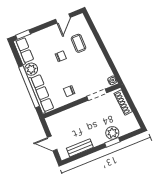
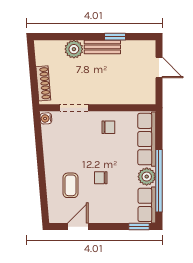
window: (29, 87) -> (159, 181), moved
window: (112, 142) -> (115, 37), moved
bench: (80, 148) -> (102, 47), moved

